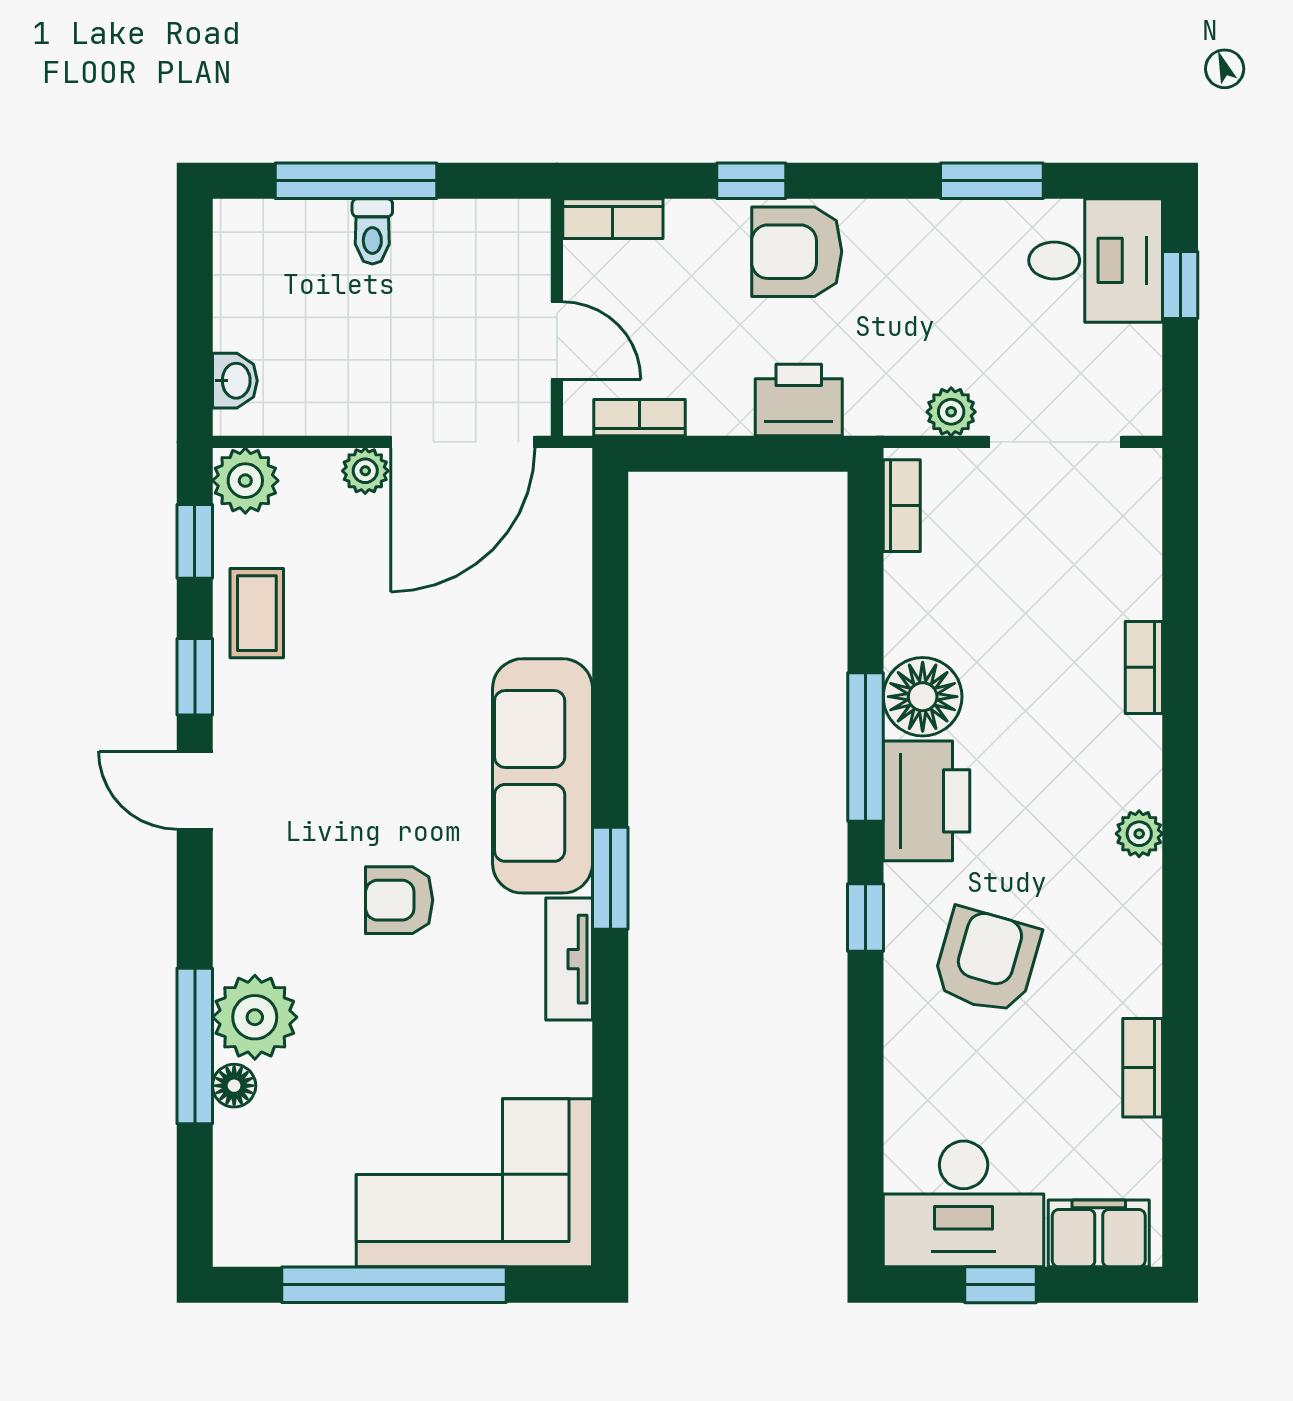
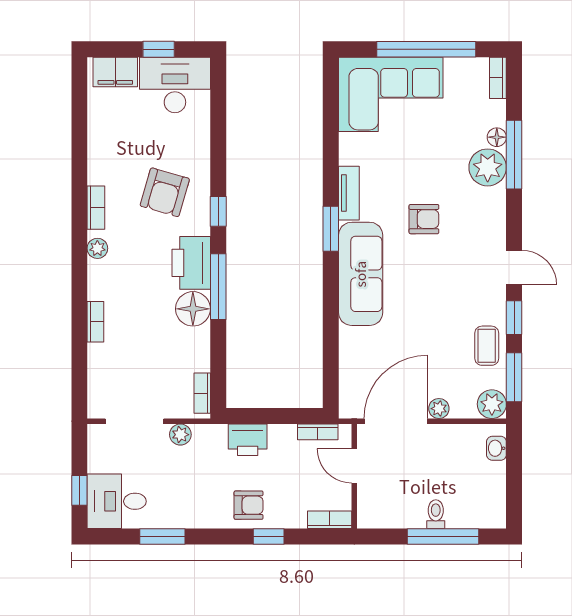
armchair: (797, 252) -> (249, 505), width x0.72, depth x0.72
window: (195, 541) -> (514, 377), width x1.50
bookcase: (1143, 1068) -> (96, 208), moved
bookcase: (231, 1220) -> (498, 78), added

